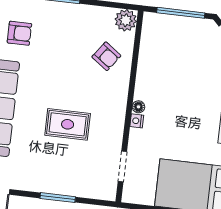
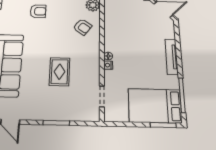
armchair: (19, 33) -> (38, 11), moved
rug: (68, 124) -> (60, 72), turned 90

